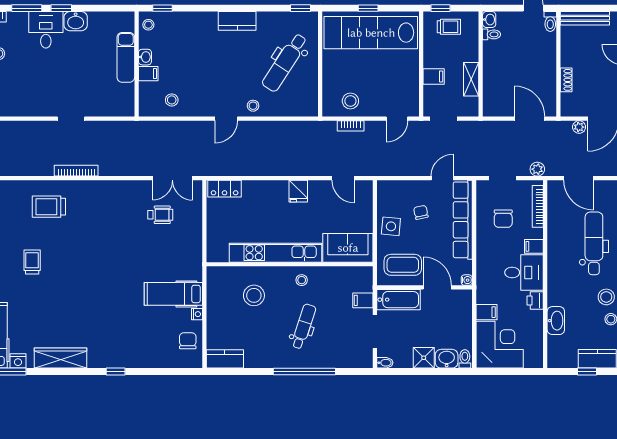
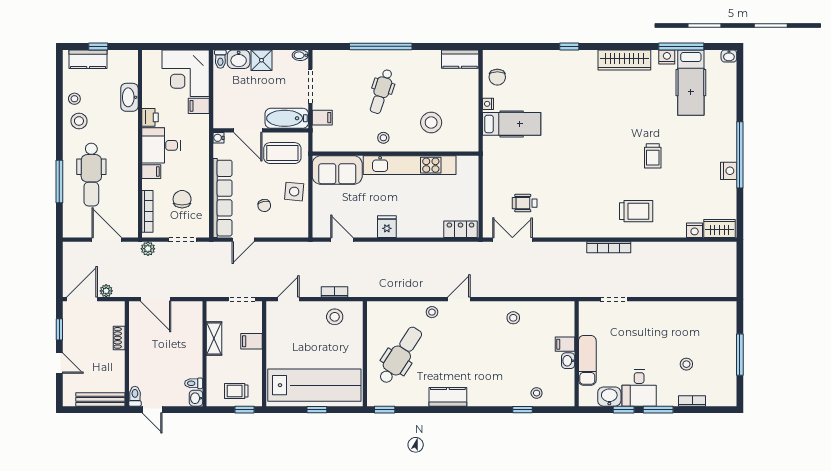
exam couch: (126, 57) -> (587, 360), moved
washbasin: (145, 57) -> (568, 361), moved
wall: (137, 64) -> (577, 354), moved
filing cabinet: (148, 74) -> (565, 344), moved

